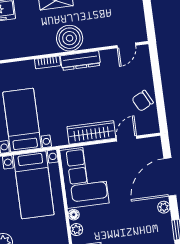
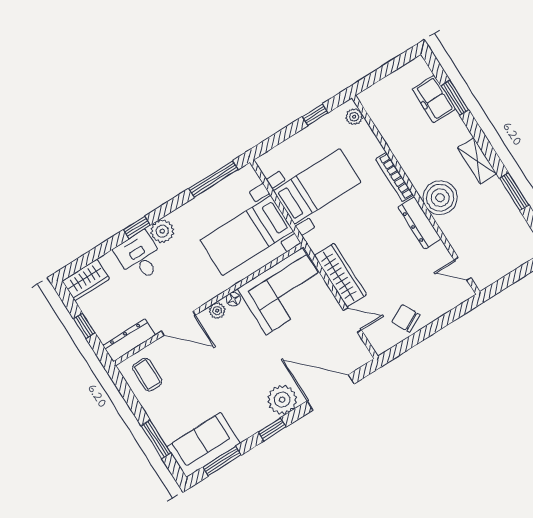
bookcase: (47, 62) -> (394, 177), width x1.56
plant: (164, 207) -> (282, 400), width x1.88, depth x1.88

